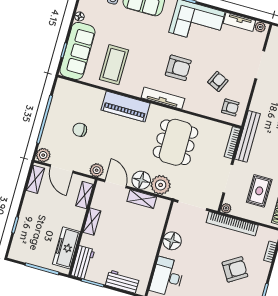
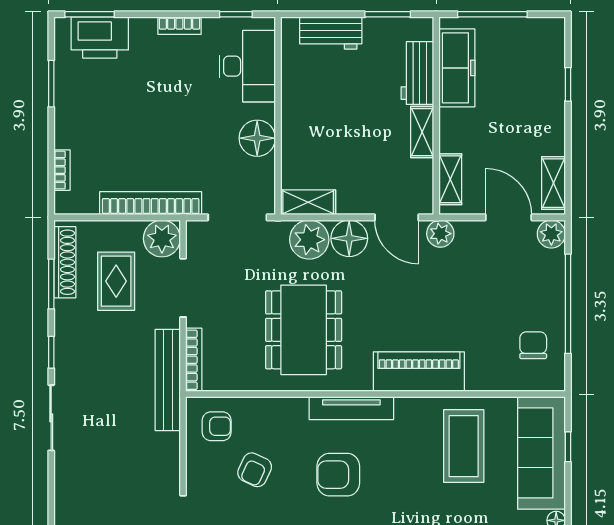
armchair: (230, 107) -> (217, 426), turned 180
chair: (80, 130) -> (533, 345), moved, turned -90
shelving: (142, 199) -> (308, 202), moved
plant: (226, 208) -> (162, 238), width x1.87, depth x1.87
workbench: (83, 263) -> (417, 73), moved
armchair: (235, 269) -> (121, 117), removed

